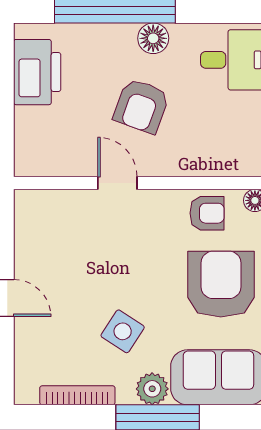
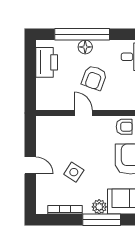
floor lamp: (153, 38) -> (85, 47), moved
side table: (123, 331) -> (74, 172), moved

